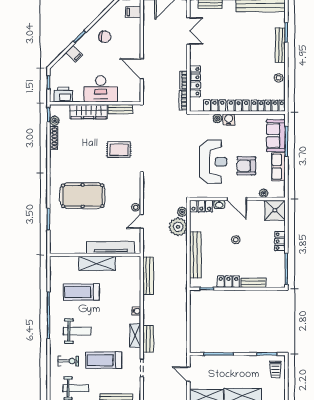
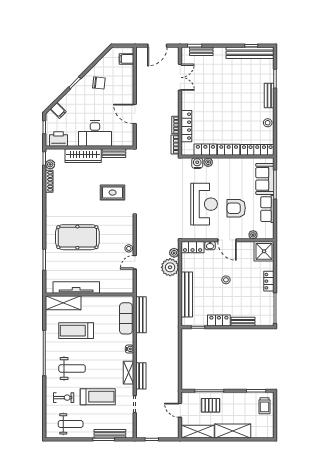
bench: (280, 45) -> (269, 96), width x0.73
filing cabinet: (74, 54) -> (58, 110), moved
water cooler: (229, 119) -> (197, 163), moved
tv unit: (111, 248) -> (76, 287), moved
shelving: (97, 263) -> (63, 303), moved
exercise mat: (133, 279) -> (126, 318), added
treadmill: (104, 360) -> (98, 397), turned 180
pallet: (220, 369) -> (211, 405), added

